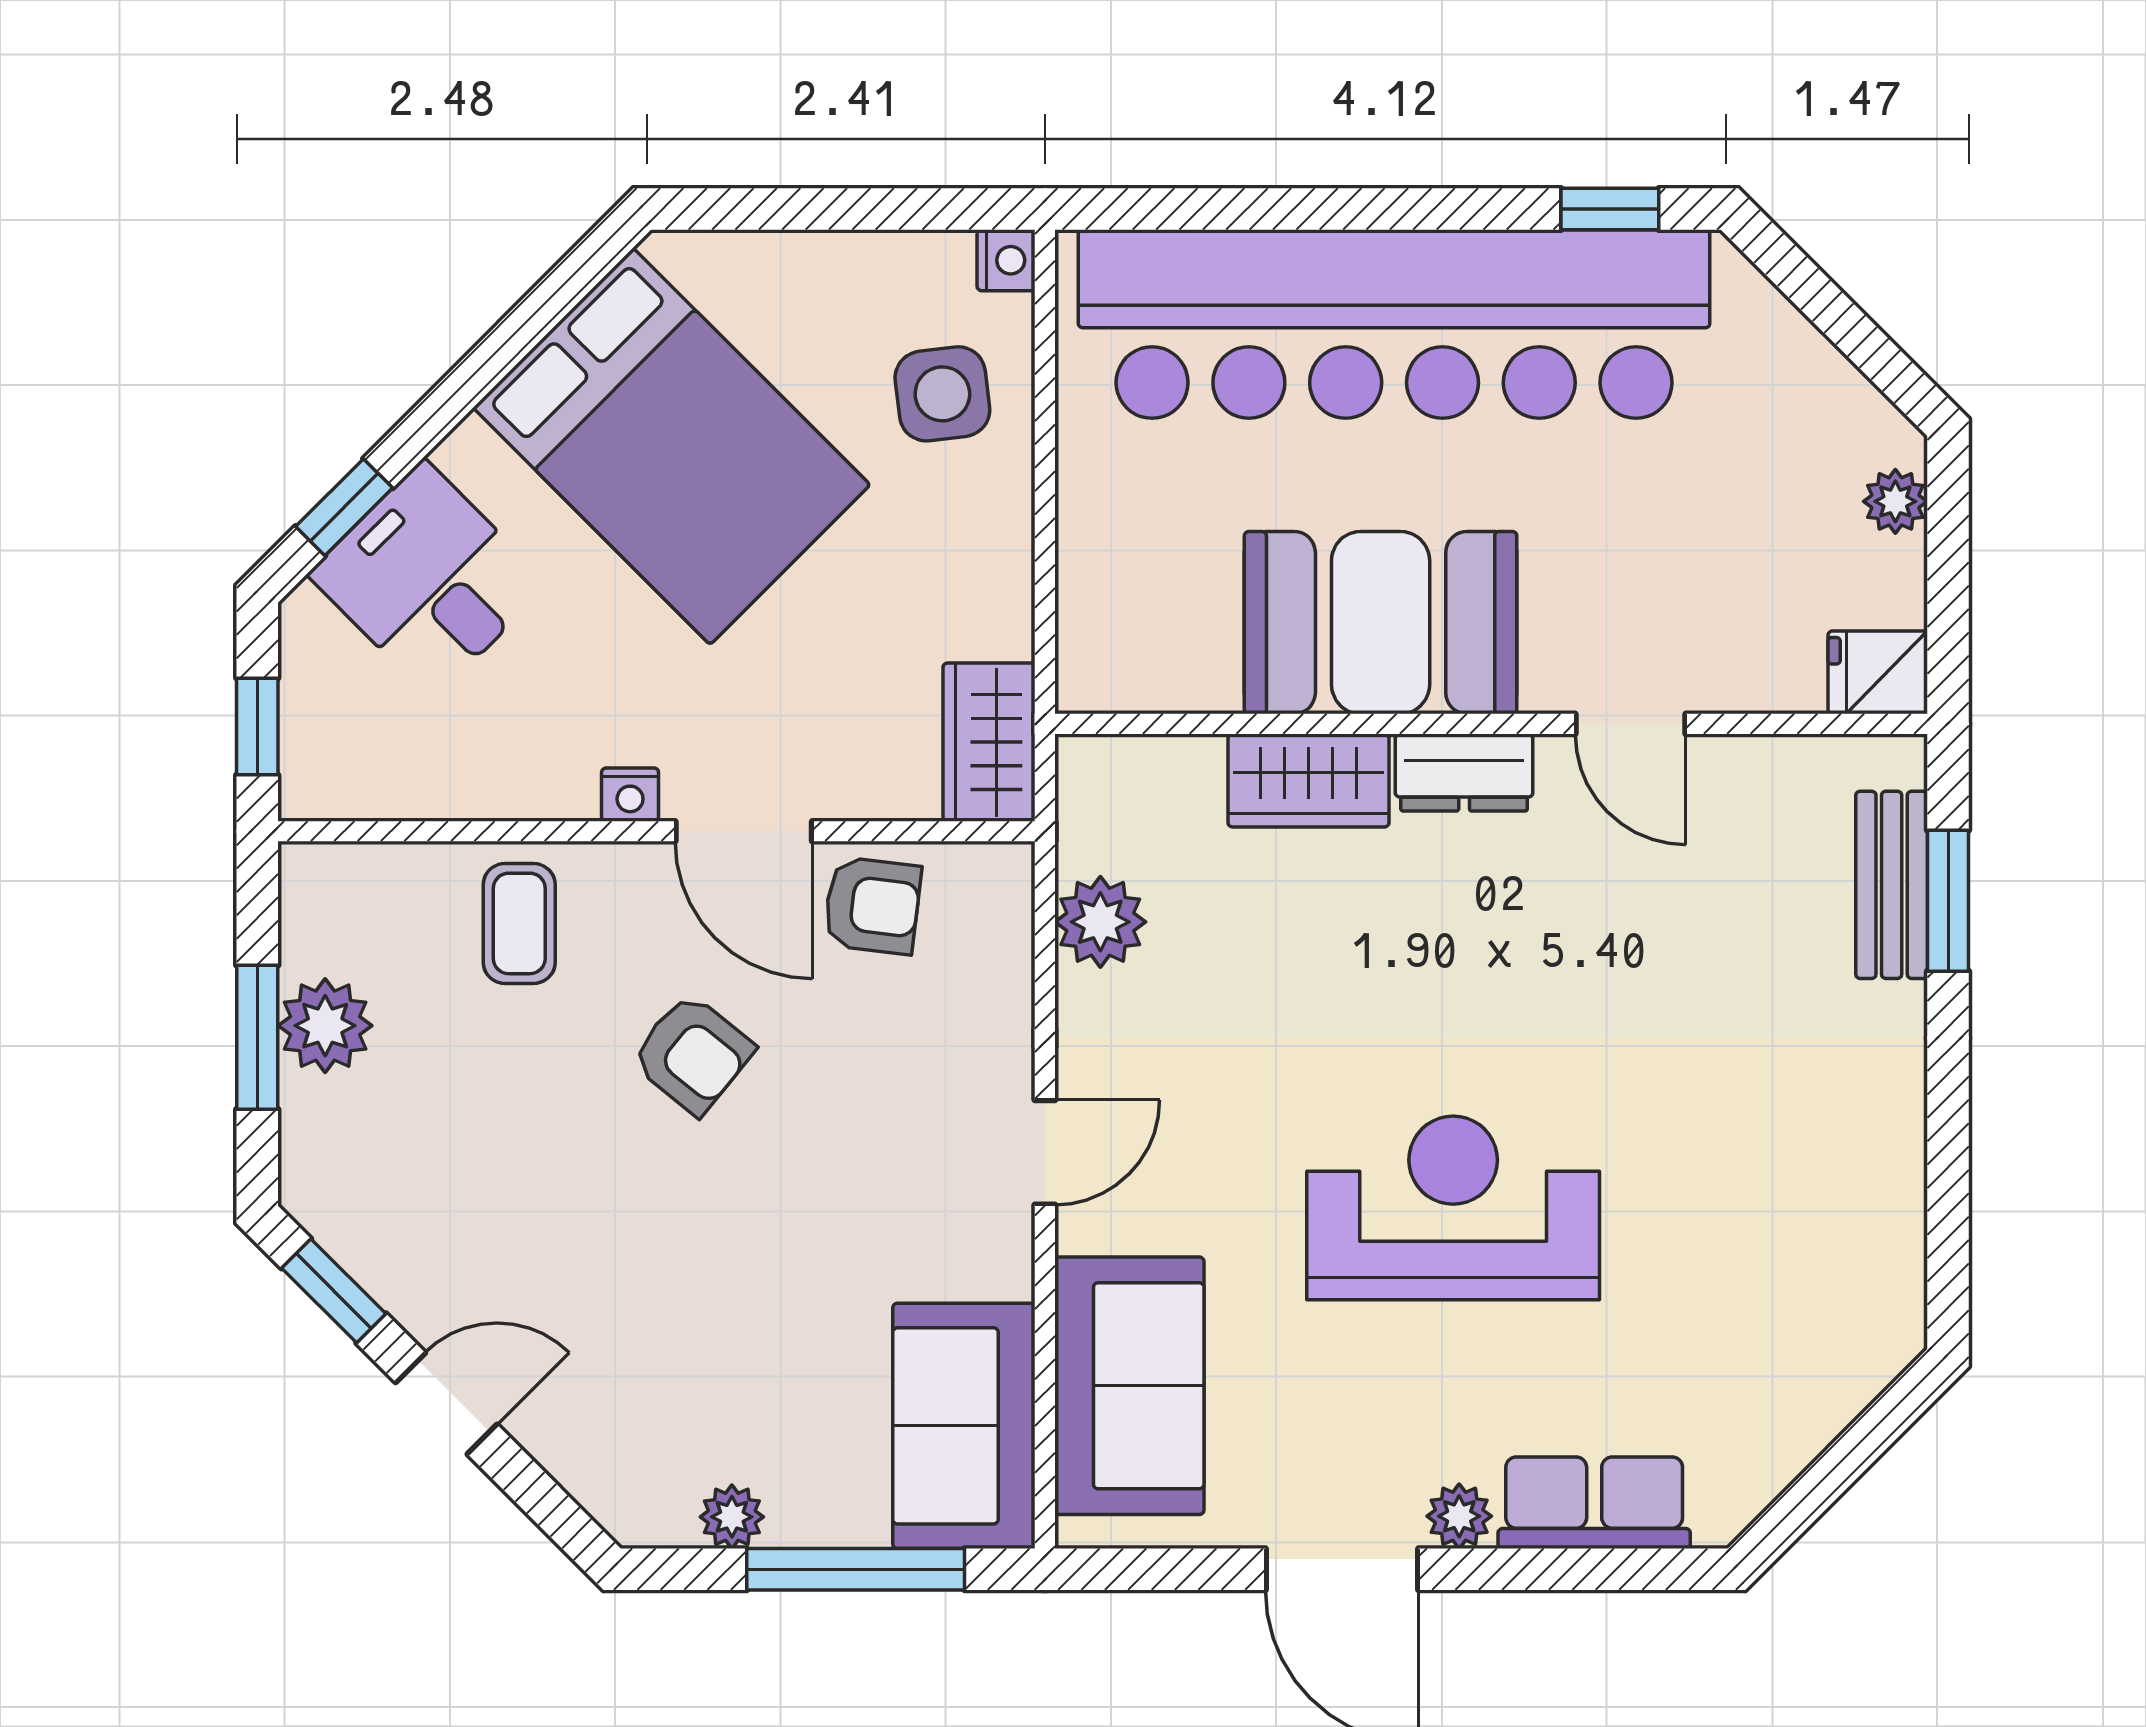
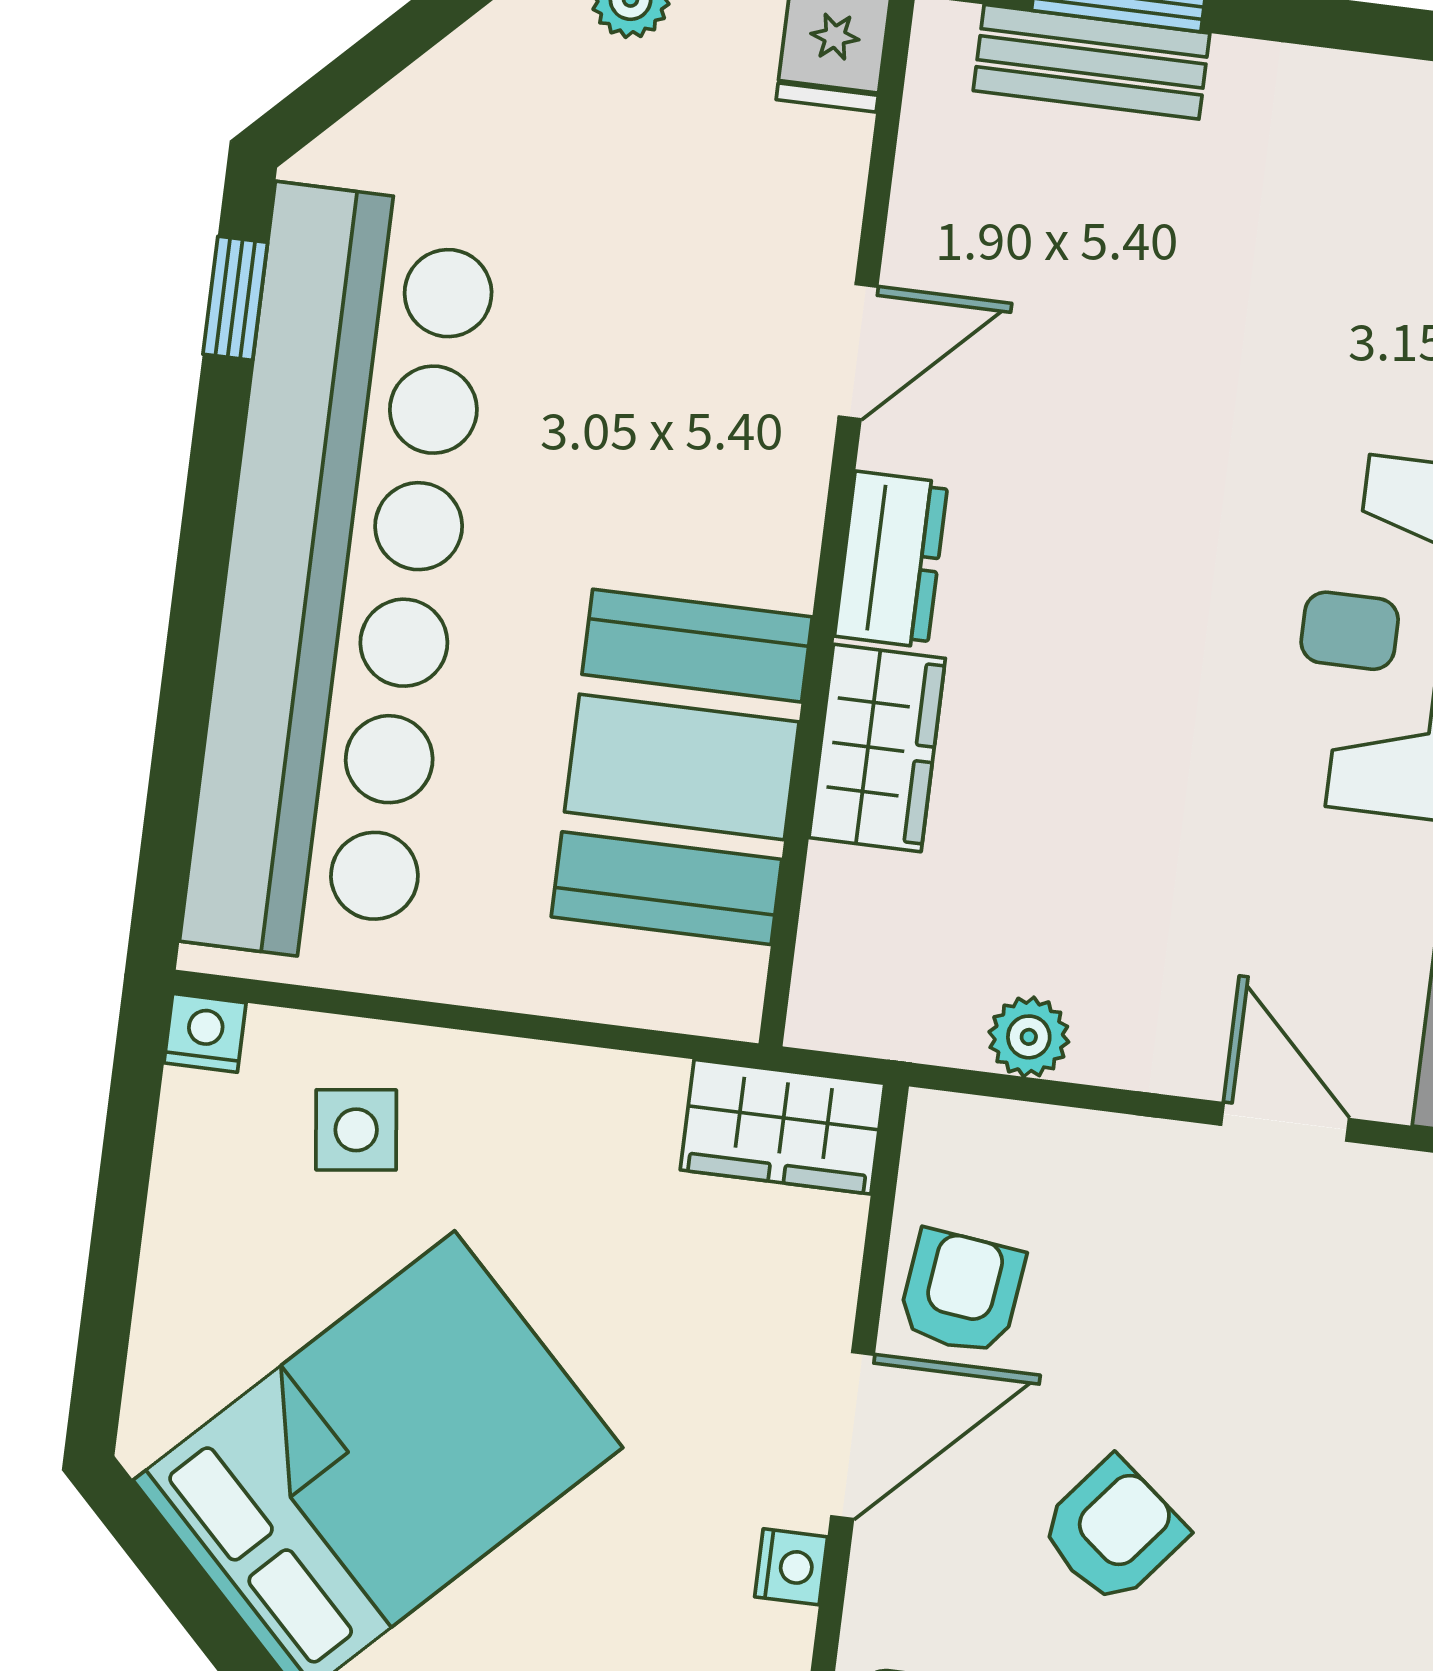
side table: (942, 394) -> (356, 1130), width x0.73, depth x0.73
booth: (1381, 623) -> (682, 767), moved
plant: (1100, 922) -> (1029, 1037), width x0.73, depth x0.73

